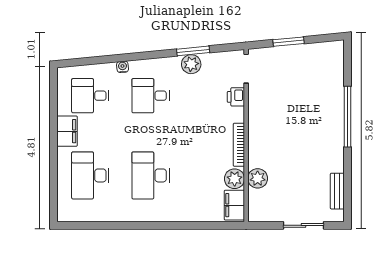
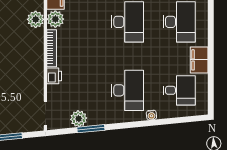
plant: (191, 64) -> (79, 119), moved
desk: (151, 96) -> (127, 90), width x1.37
printer: (236, 97) -> (54, 76), moved

